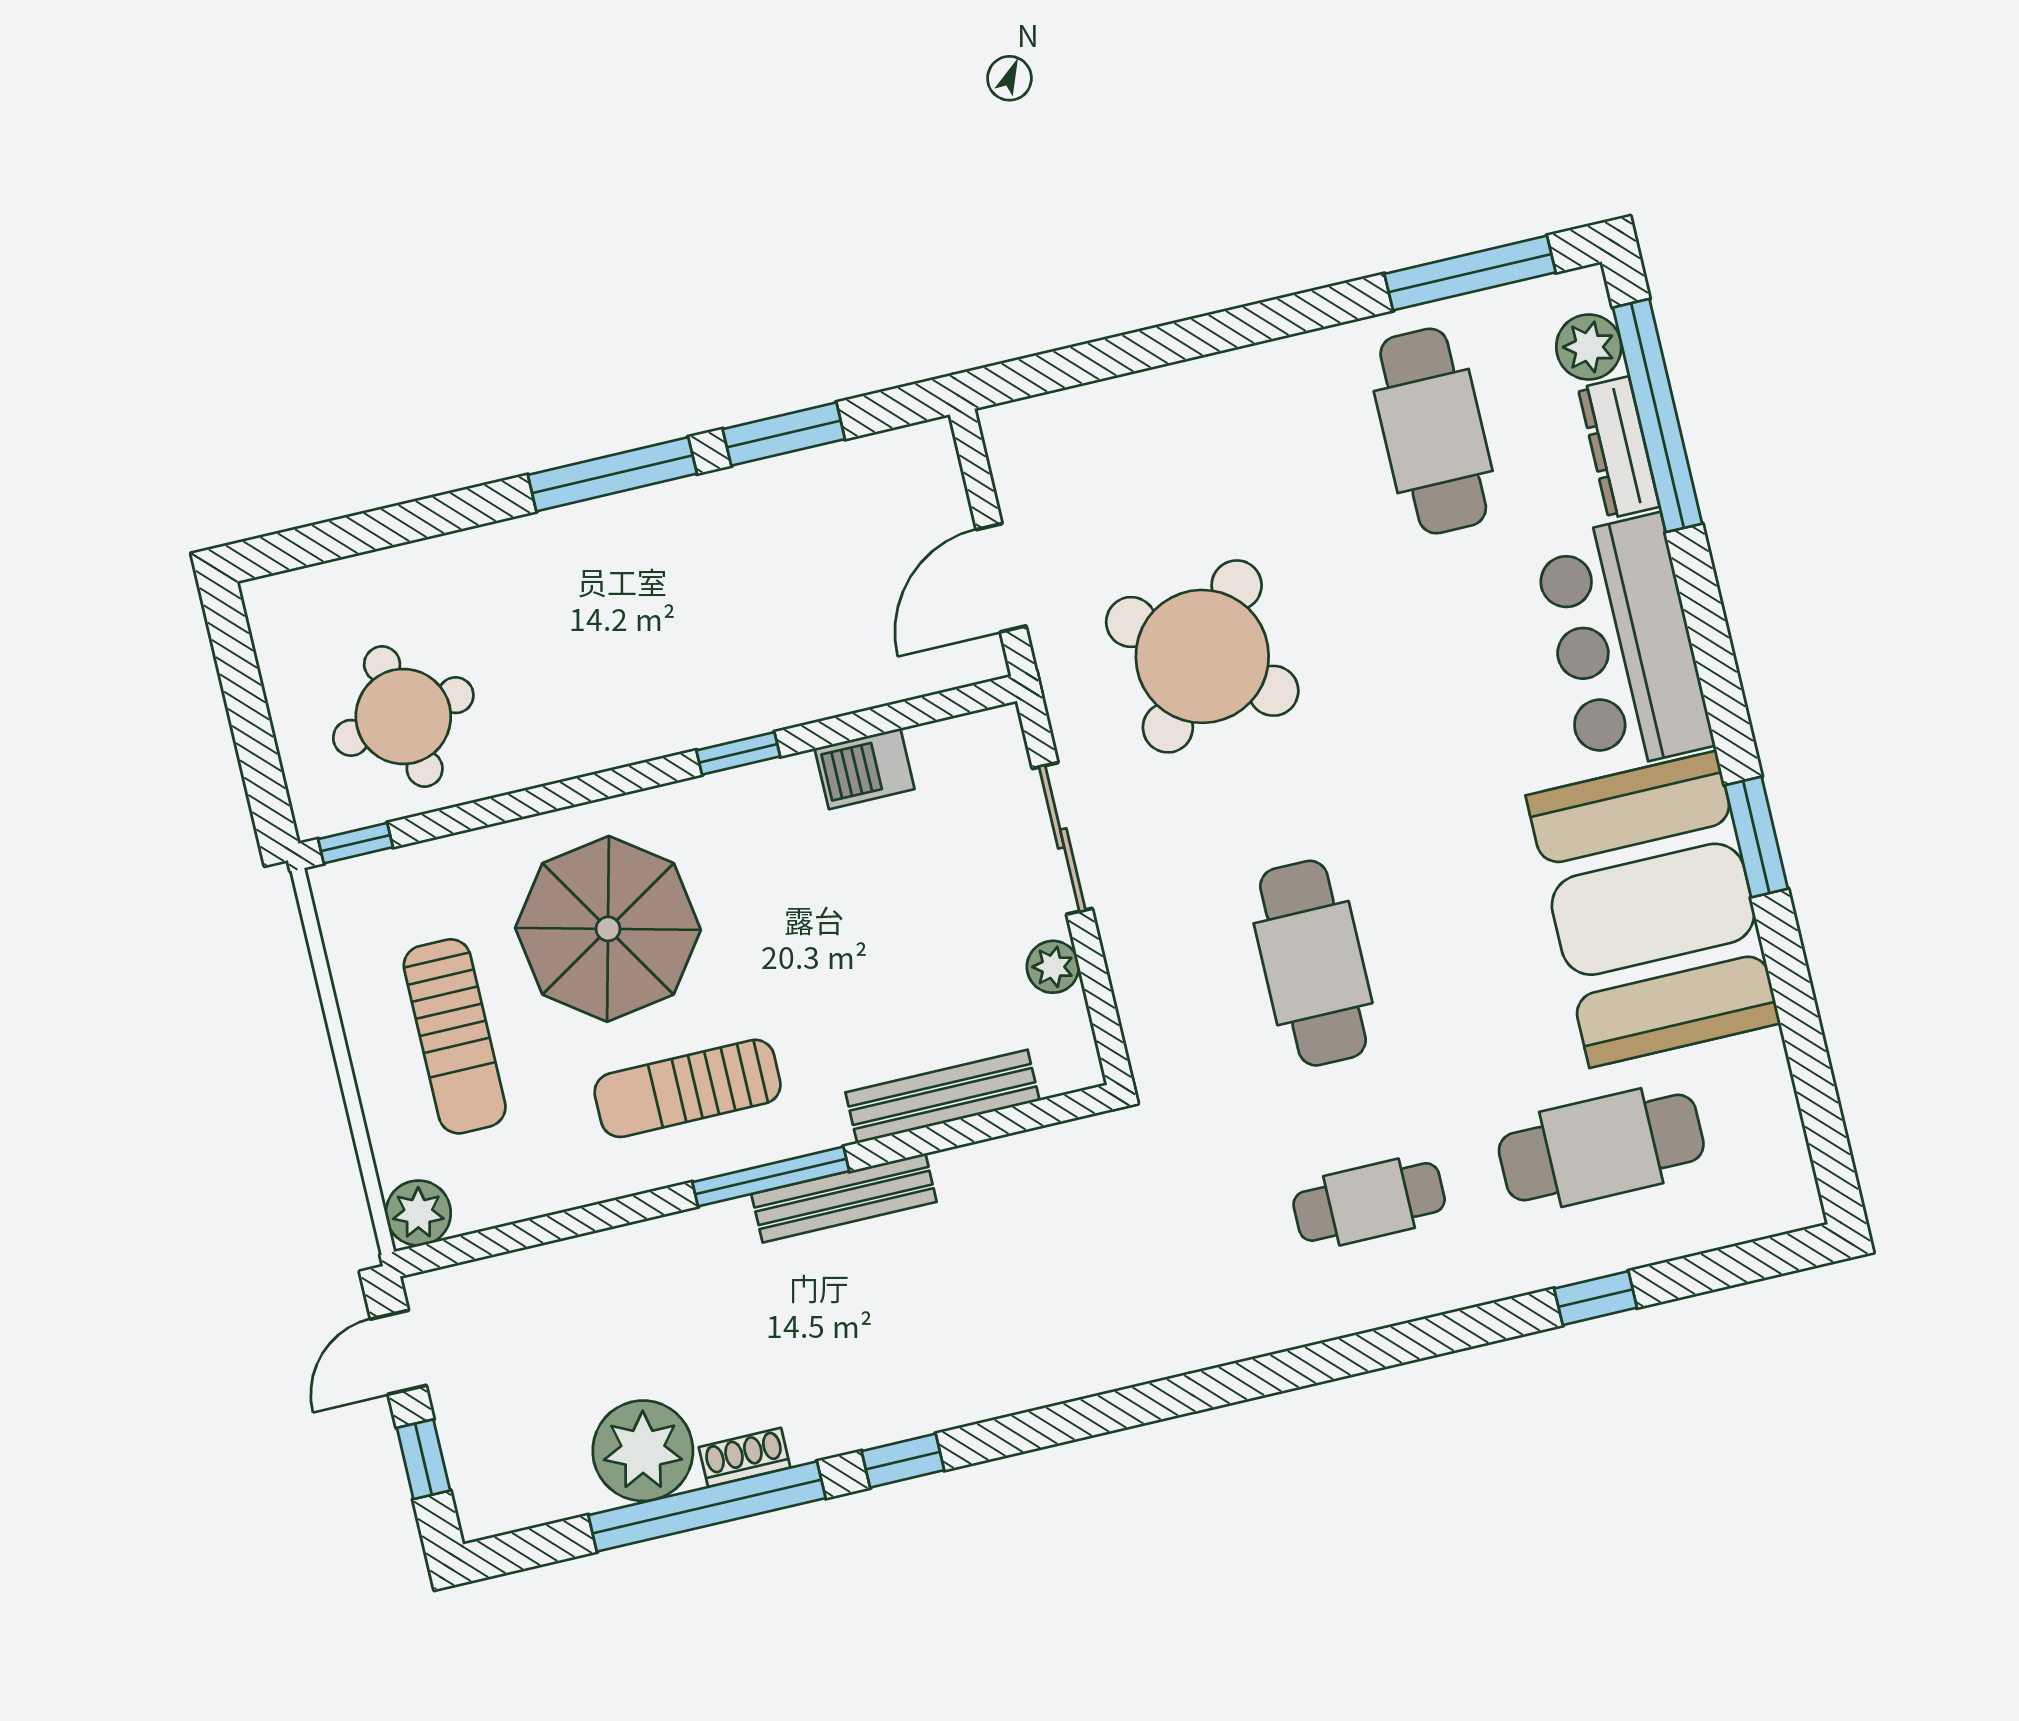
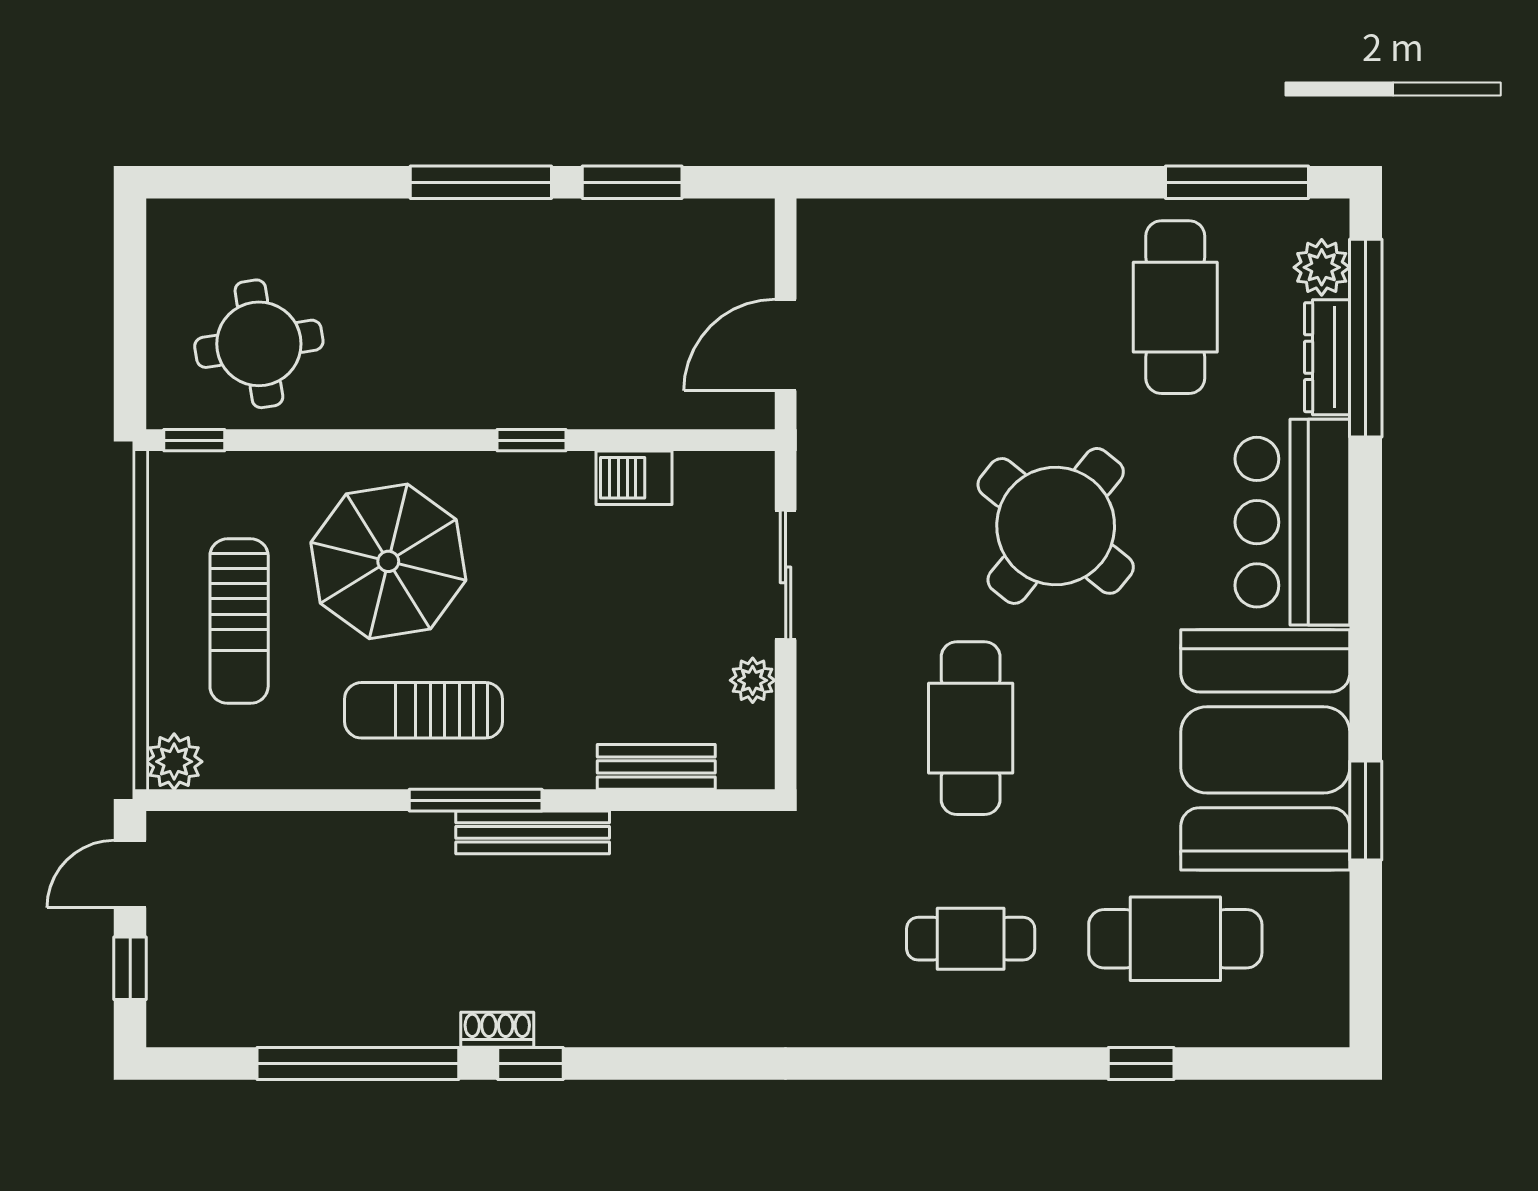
round table: (1202, 656) -> (1056, 526), moved
window: (1756, 837) -> (1366, 811), moved
bench: (942, 1096) -> (656, 767), width x0.73
plant: (643, 1451) -> (315, 1004), removed
shoe rack: (745, 1457) -> (497, 1030), moved

